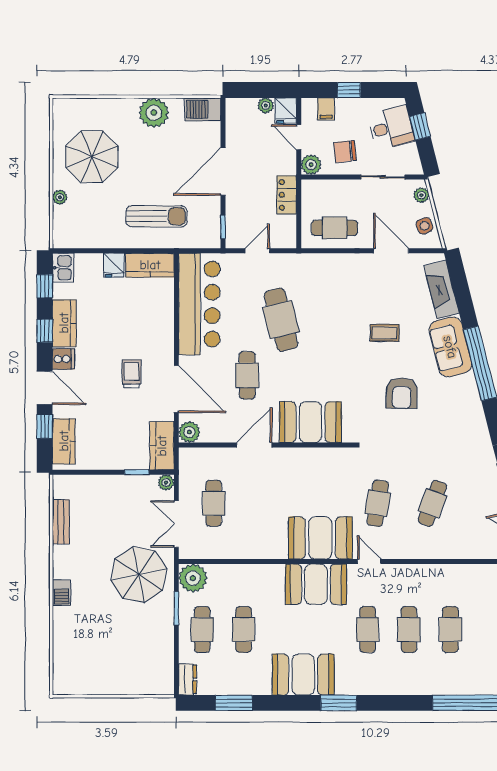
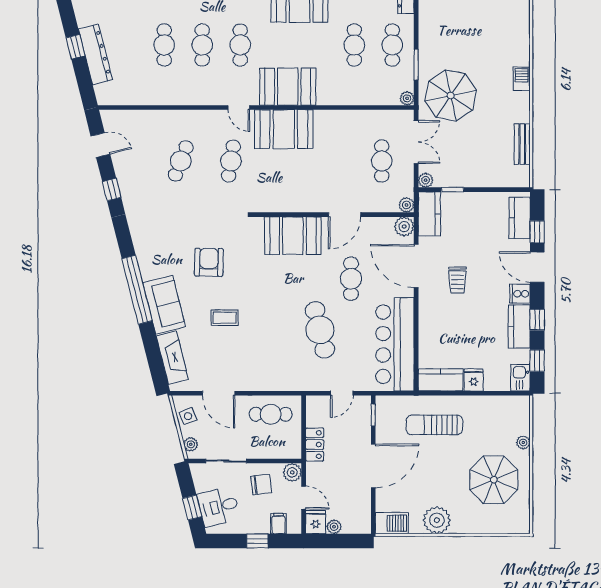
plant: (187, 456) -> (406, 205), added
plant: (193, 578) -> (407, 98), width x0.53, depth x0.53

